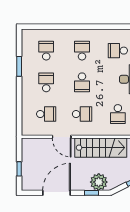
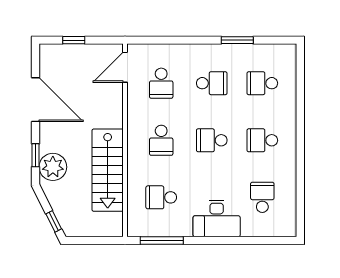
school desk: (46, 51) -> (262, 83), turned 180
school desk: (82, 51) -> (262, 140), turned 180
door: (62, 137) -> (125, 67), moved

